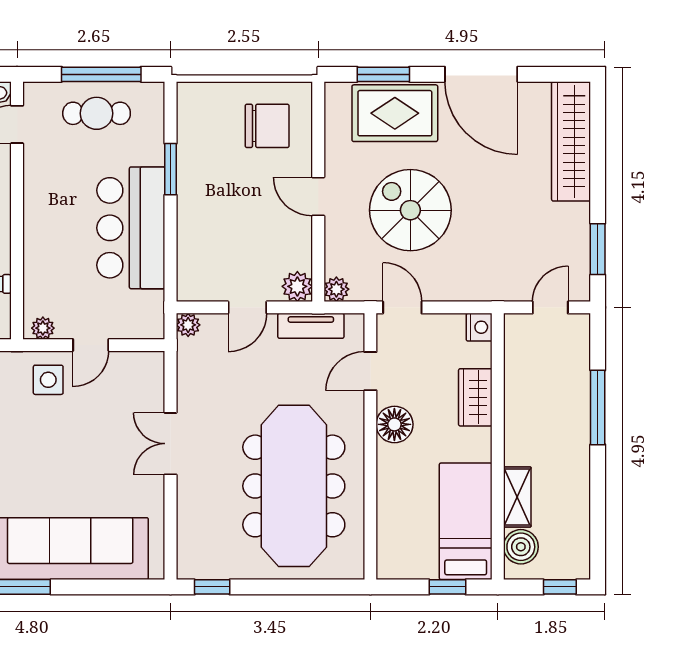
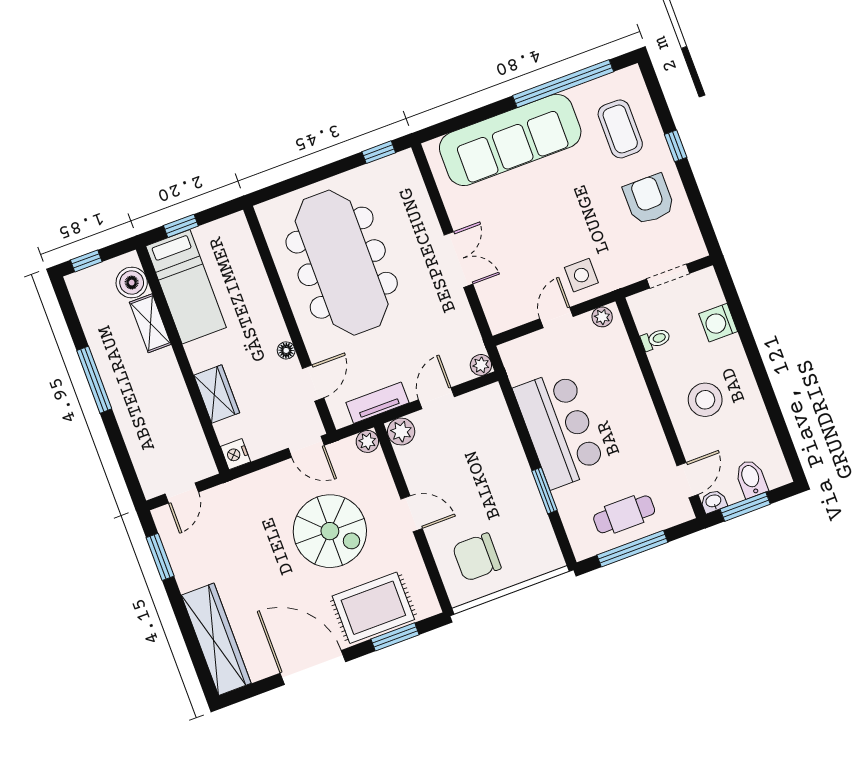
window: (598, 407) -> (94, 380), moved
floor lamp: (394, 424) -> (286, 350), width x0.53, depth x0.53

